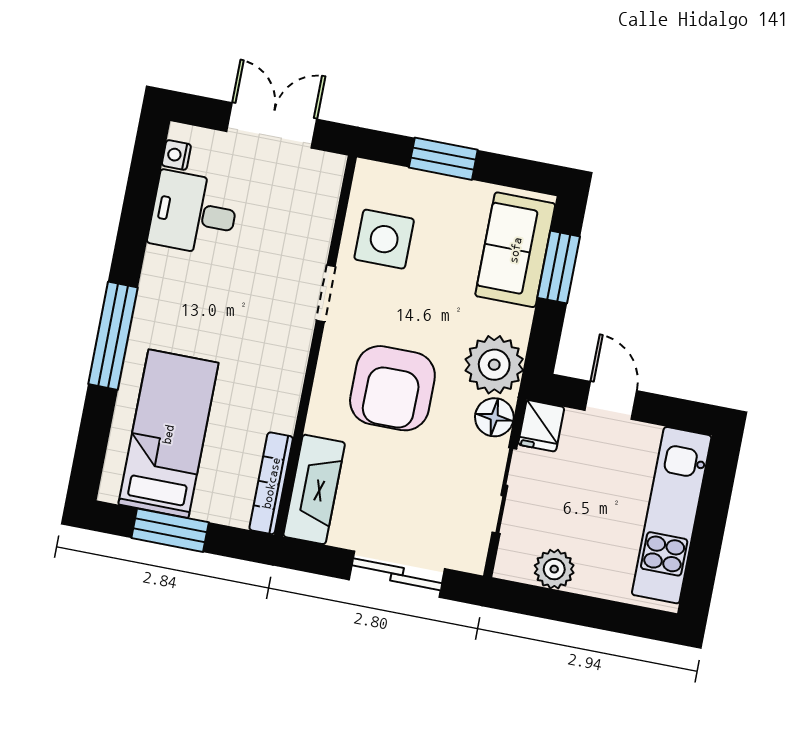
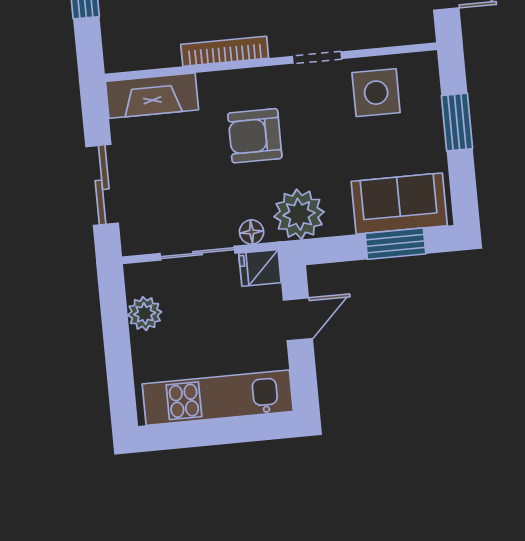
armchair: (392, 388) -> (255, 136), width x0.73, depth x0.73
floor lamp: (494, 417) -> (252, 232), width x0.73, depth x0.73
bookcase: (271, 483) -> (225, 51), moved

